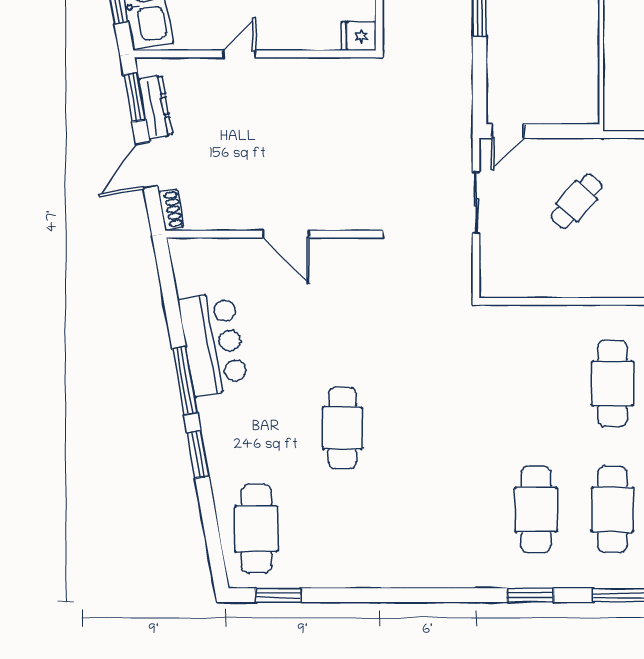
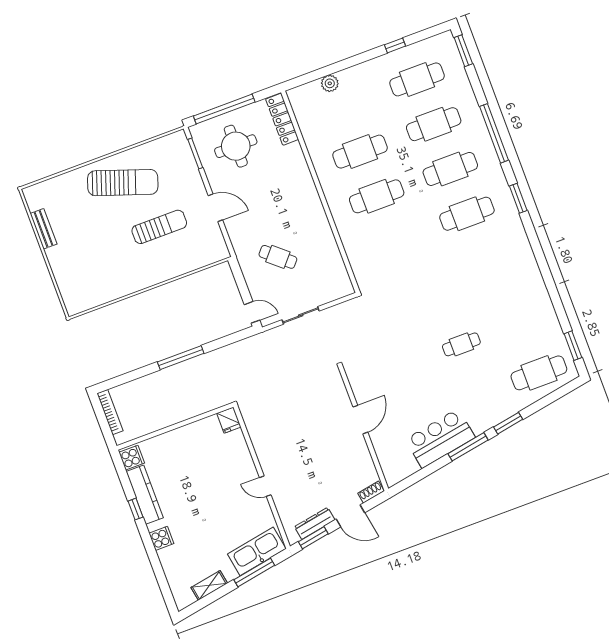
cafe table: (343, 428) -> (461, 344), width x0.73, depth x0.74

